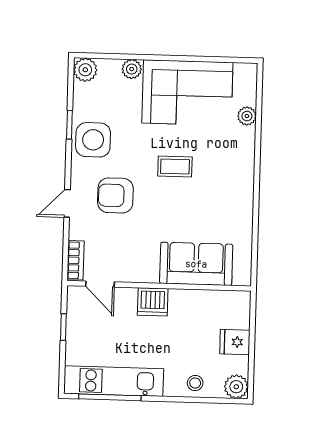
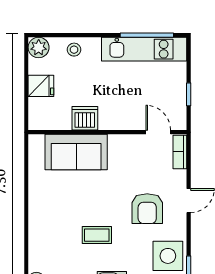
armchair: (115, 195) -> (147, 209), turned 90
dishwasher: (153, 302) -> (85, 118), moved

